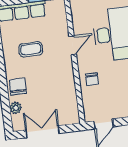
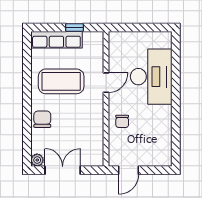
coffee table: (31, 49) -> (61, 81), width x1.86, depth x1.72
plant: (16, 108) -> (37, 160), moved

